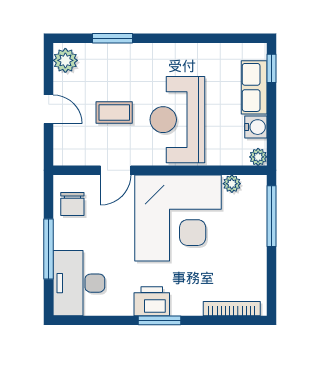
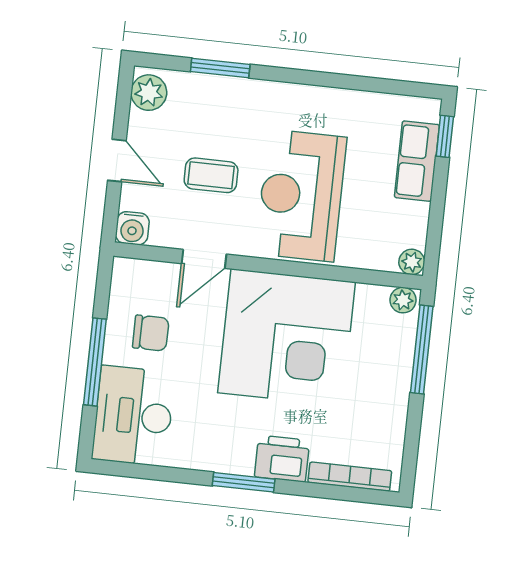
water cooler: (256, 127) -> (132, 228), moved, turned 90
plant: (232, 184) -> (403, 300), moved
chair: (72, 204) -> (151, 333), moved, turned -90
printer: (152, 301) -> (282, 459), moved

